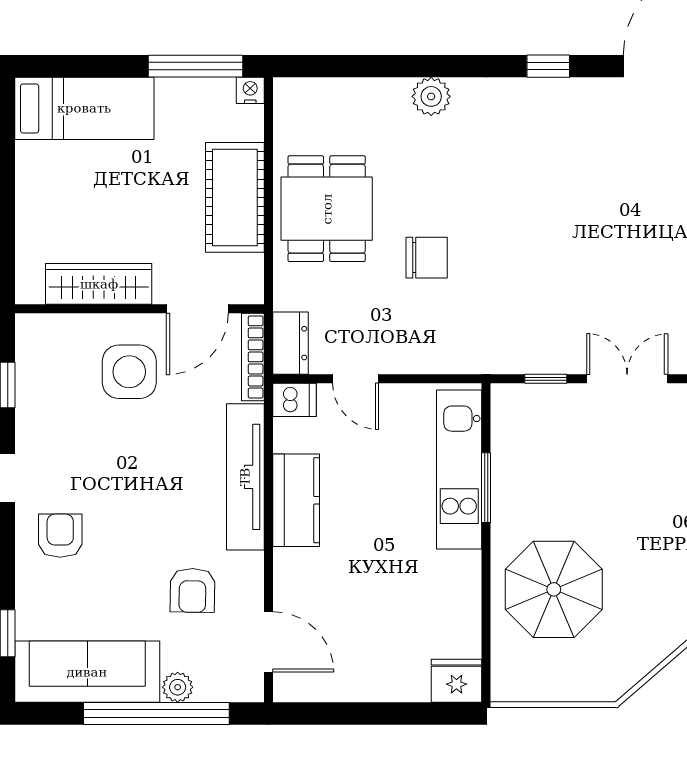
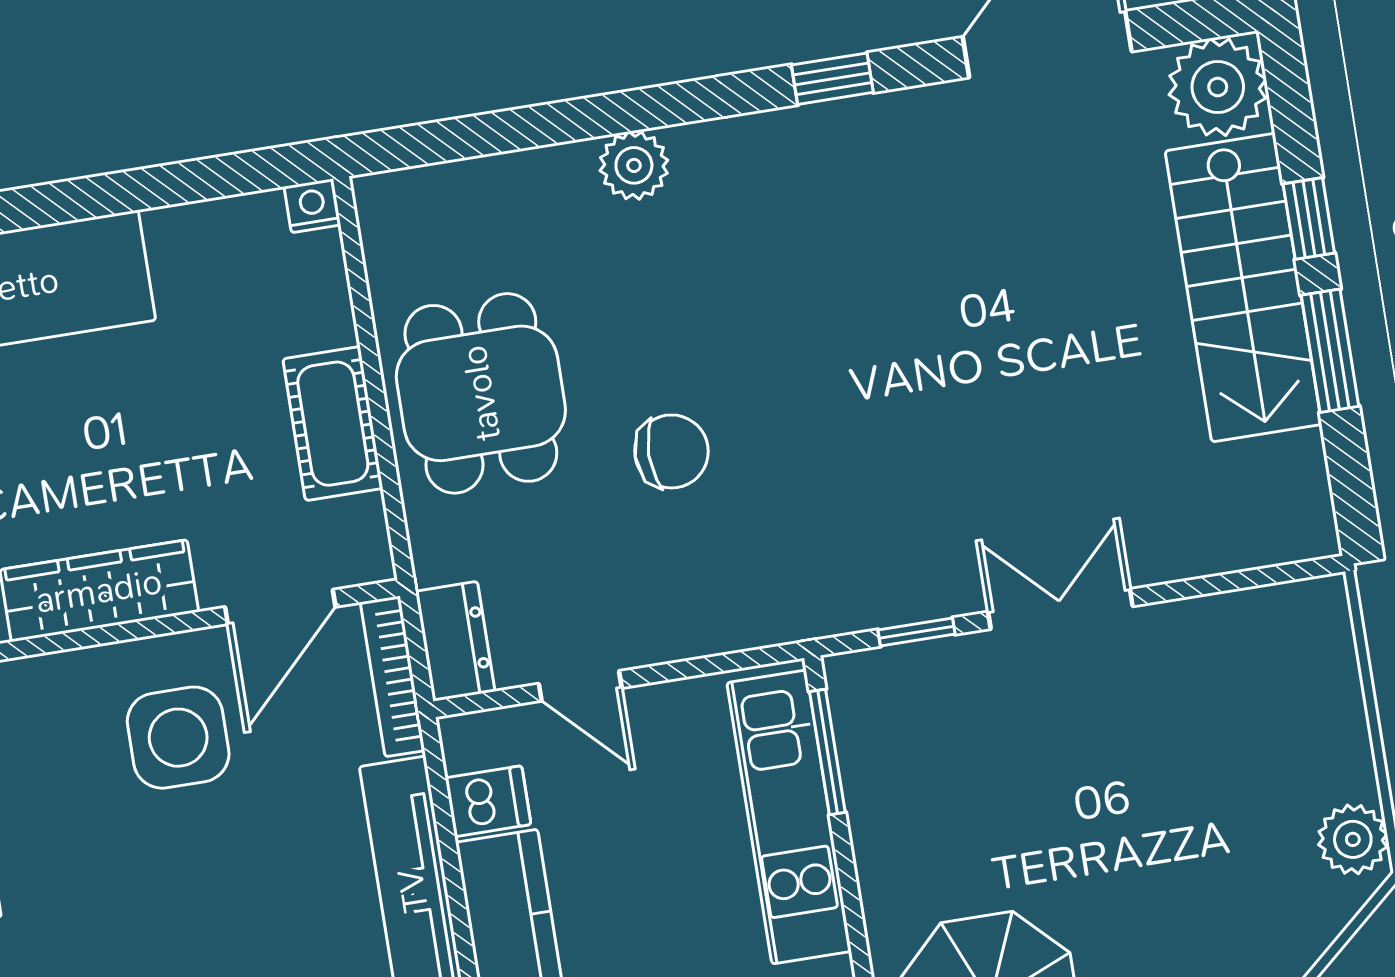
window: (195, 66) -> (209, 179), removed
cot: (235, 197) -> (333, 424), width x0.73, depth x0.75
dishwasher: (295, 400) -> (488, 801), moved
window: (486, 488) -> (827, 752), moved

